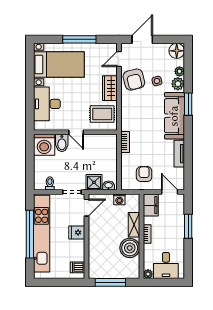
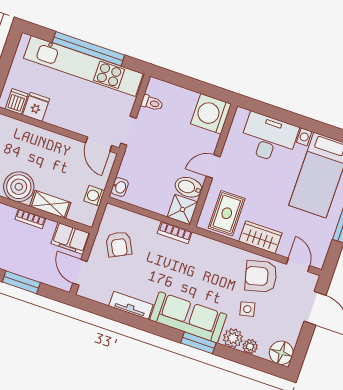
bidet: (62, 143) -> (189, 187), moved
armchair: (144, 174) -> (119, 244), turned 63
shower: (94, 182) -> (183, 210), moved
door: (170, 192) -> (80, 272), swing flipped
fridge: (77, 233) -> (36, 107), moved

